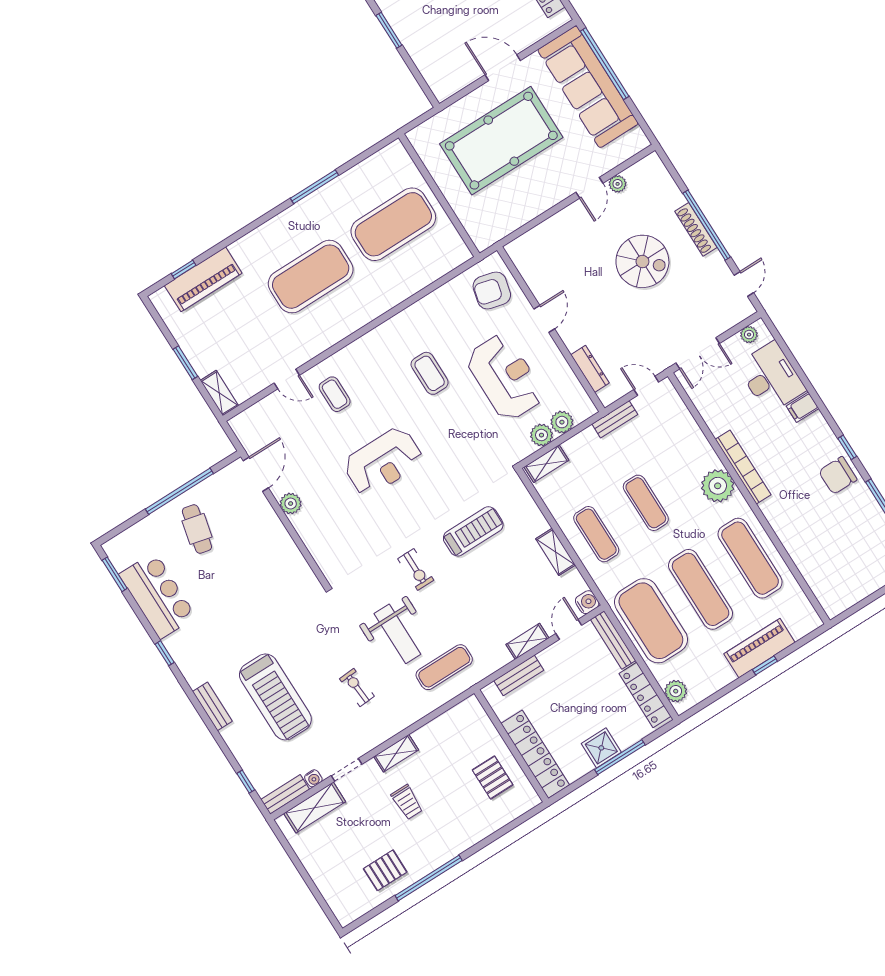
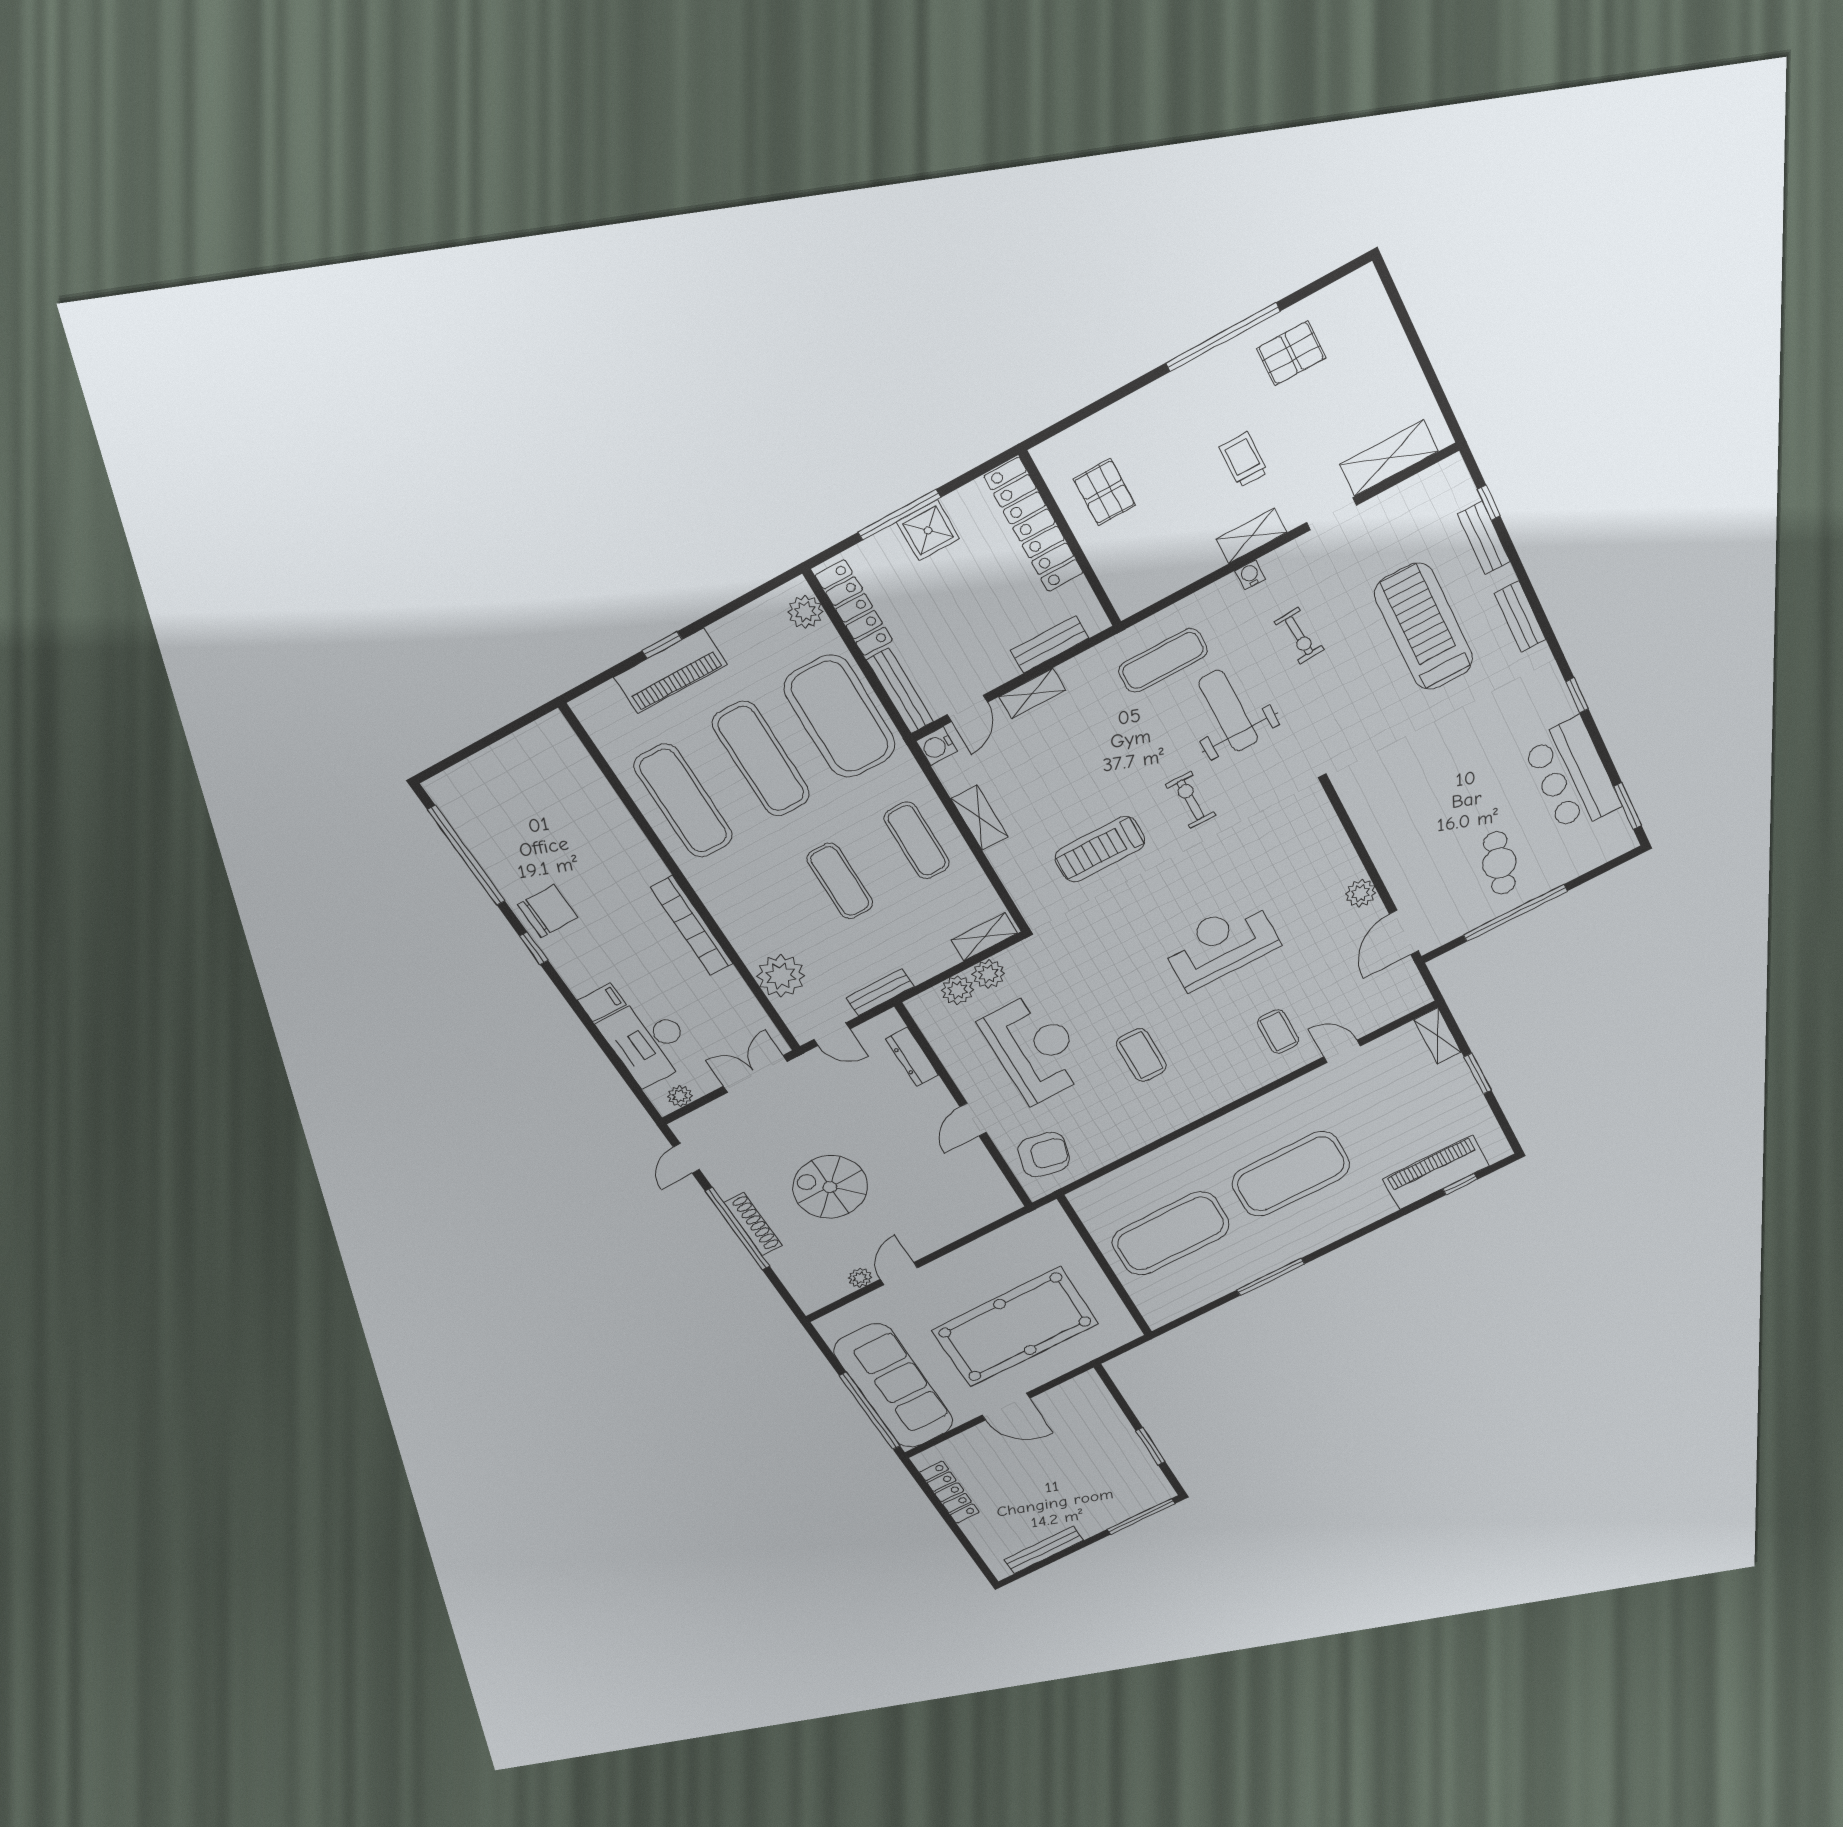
reception desk: (505, 377) -> (1035, 1048), turned 180
plant: (718, 486) -> (781, 976), moved
water cooler: (313, 778) -> (1250, 575), moved
bench: (285, 794) -> (1484, 538), moved, turned 90

